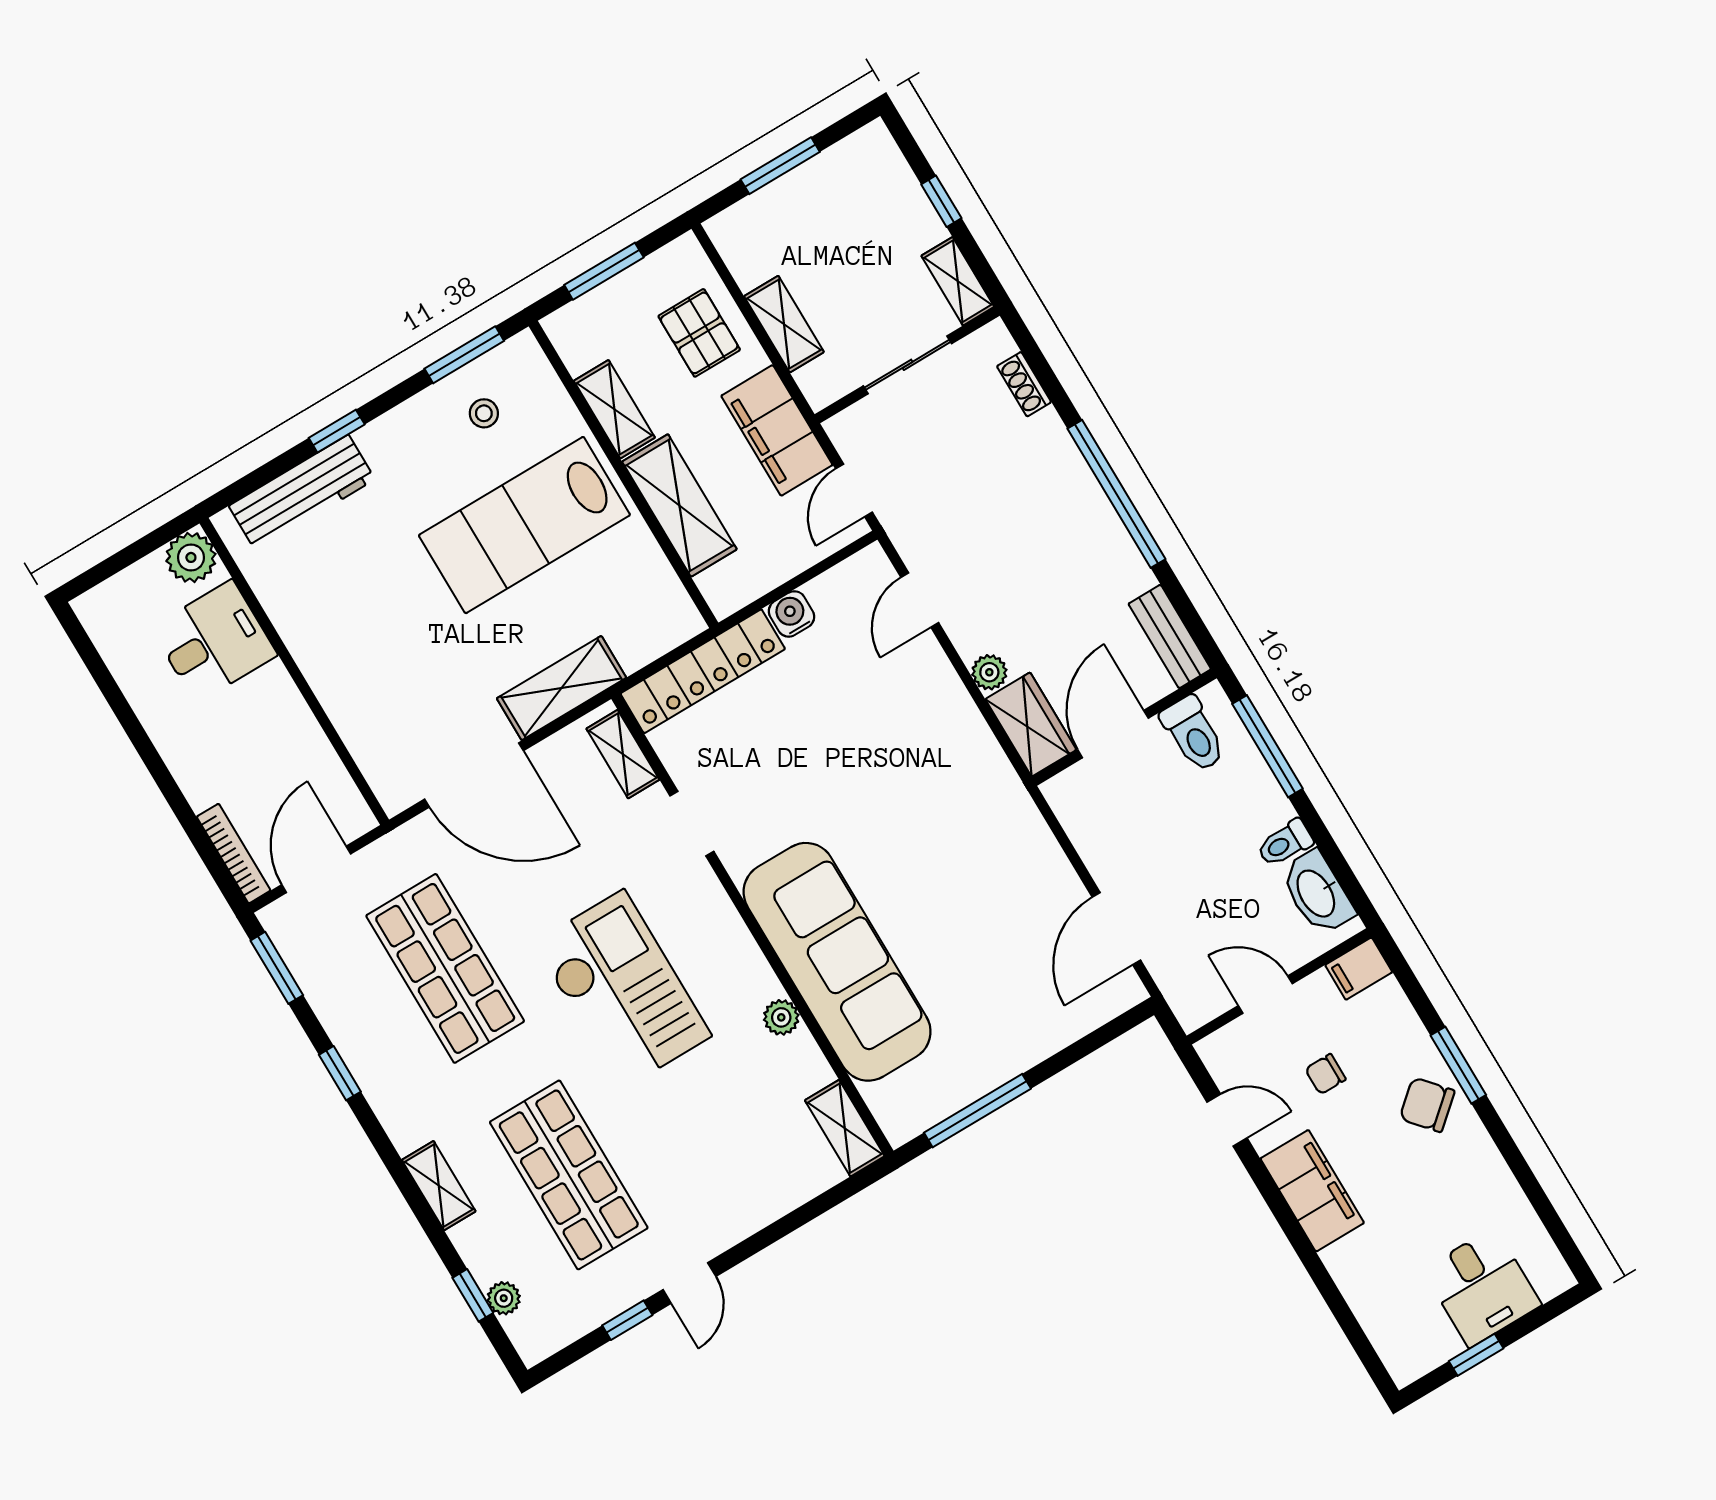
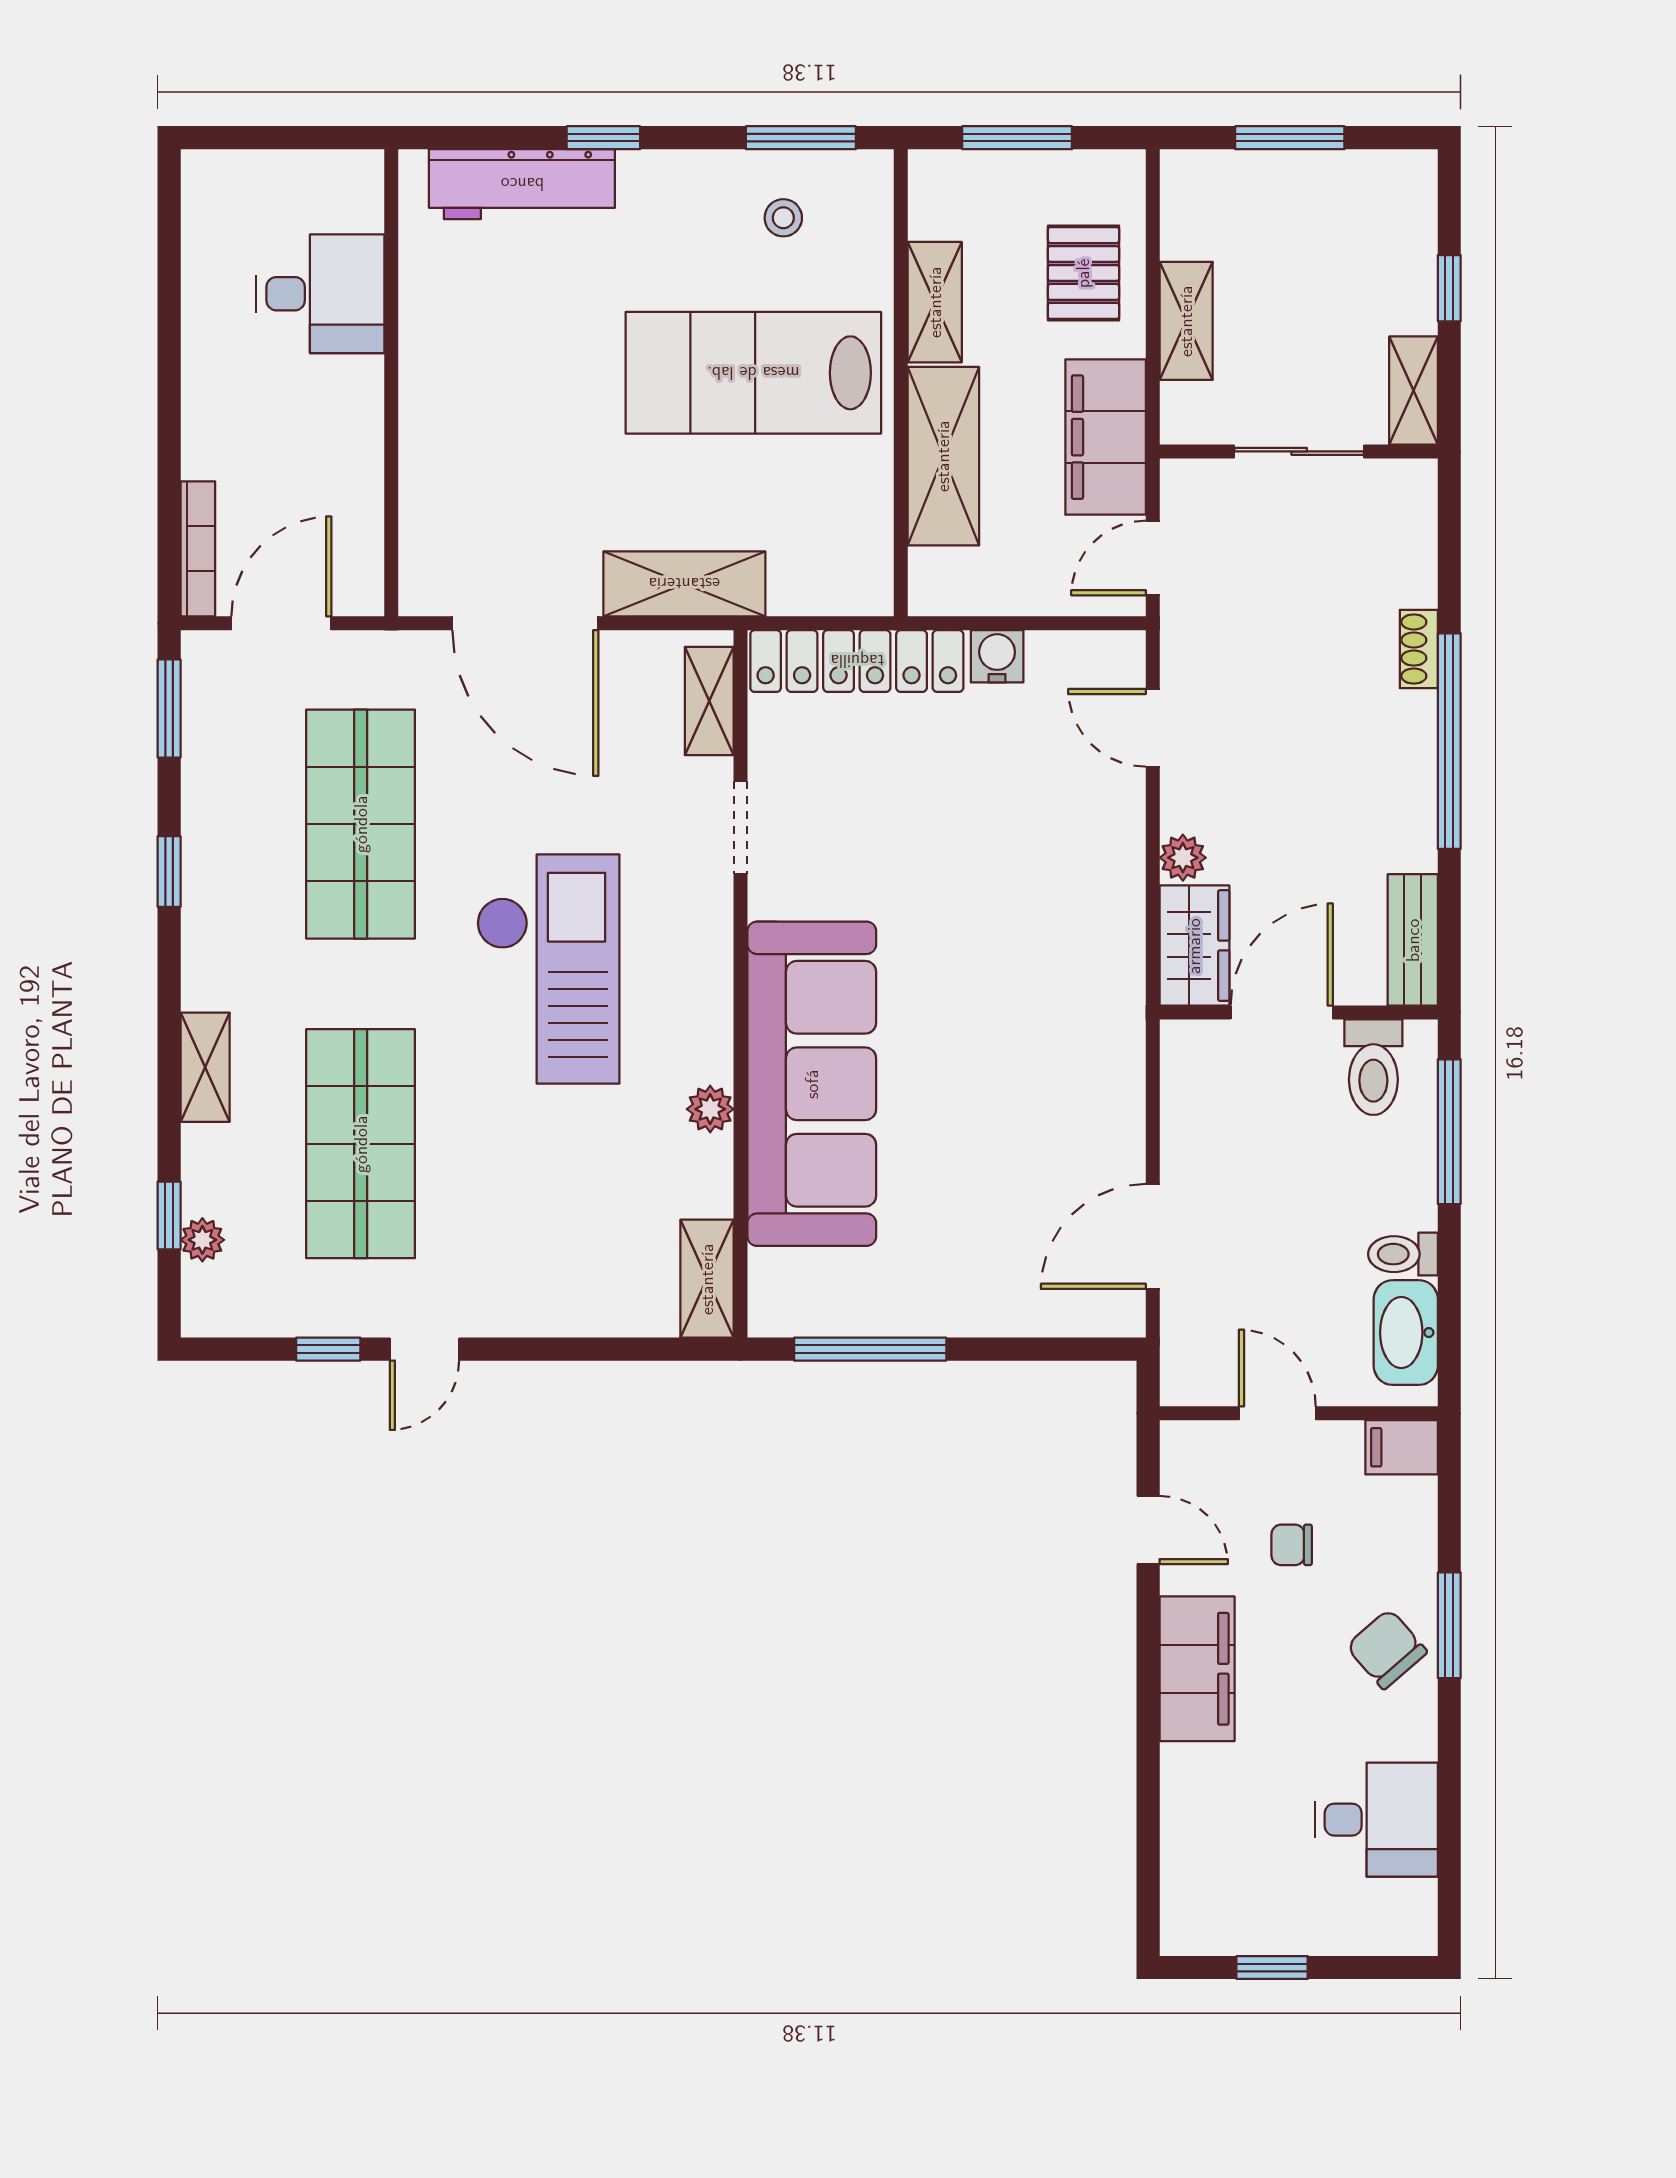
shoe rack: (1024, 384) -> (1419, 649), moved
plant: (191, 557) -> (351, 182), removed
door: (920, 600) -> (1153, 728), hinge flipped
desk: (1482, 1287) -> (1376, 1820), moved, turned -90

